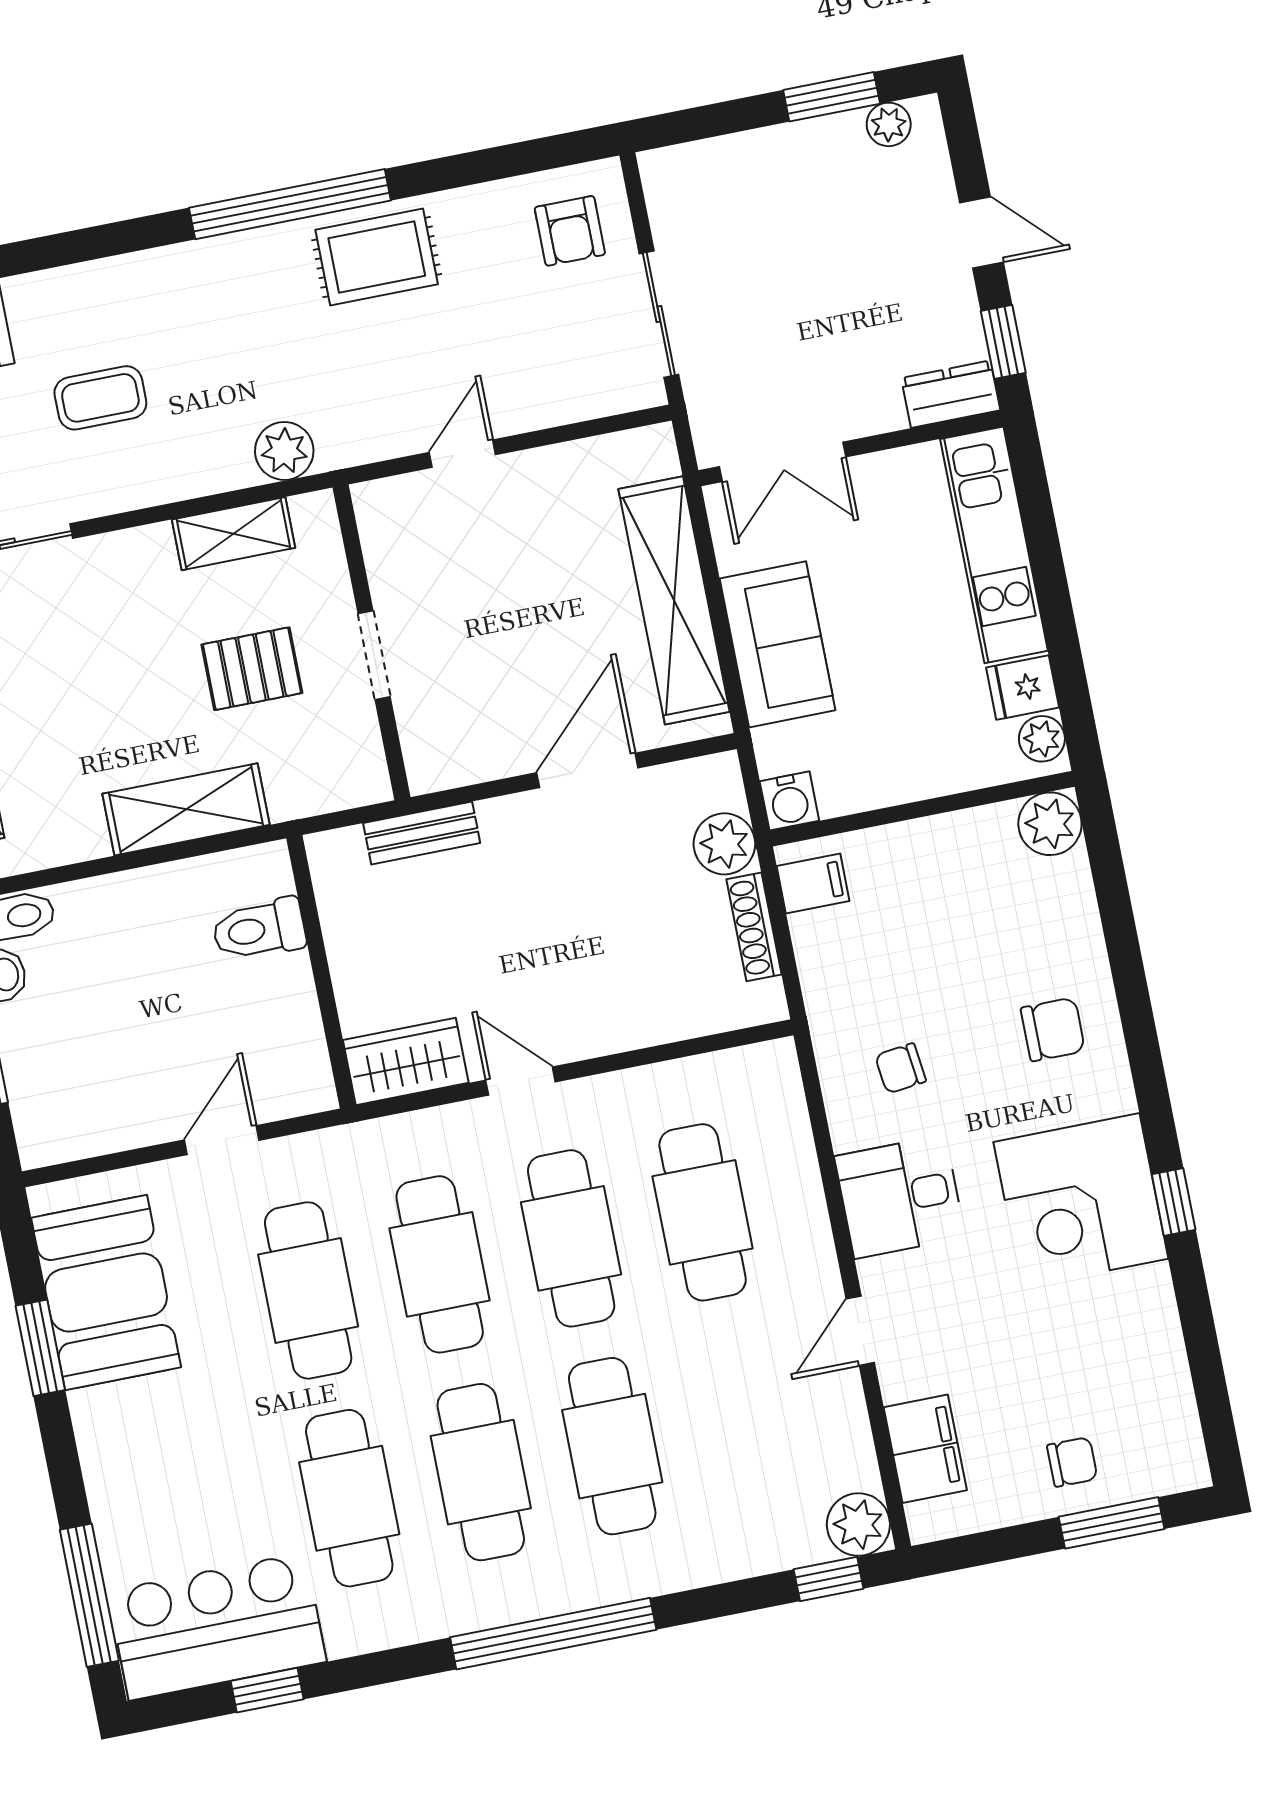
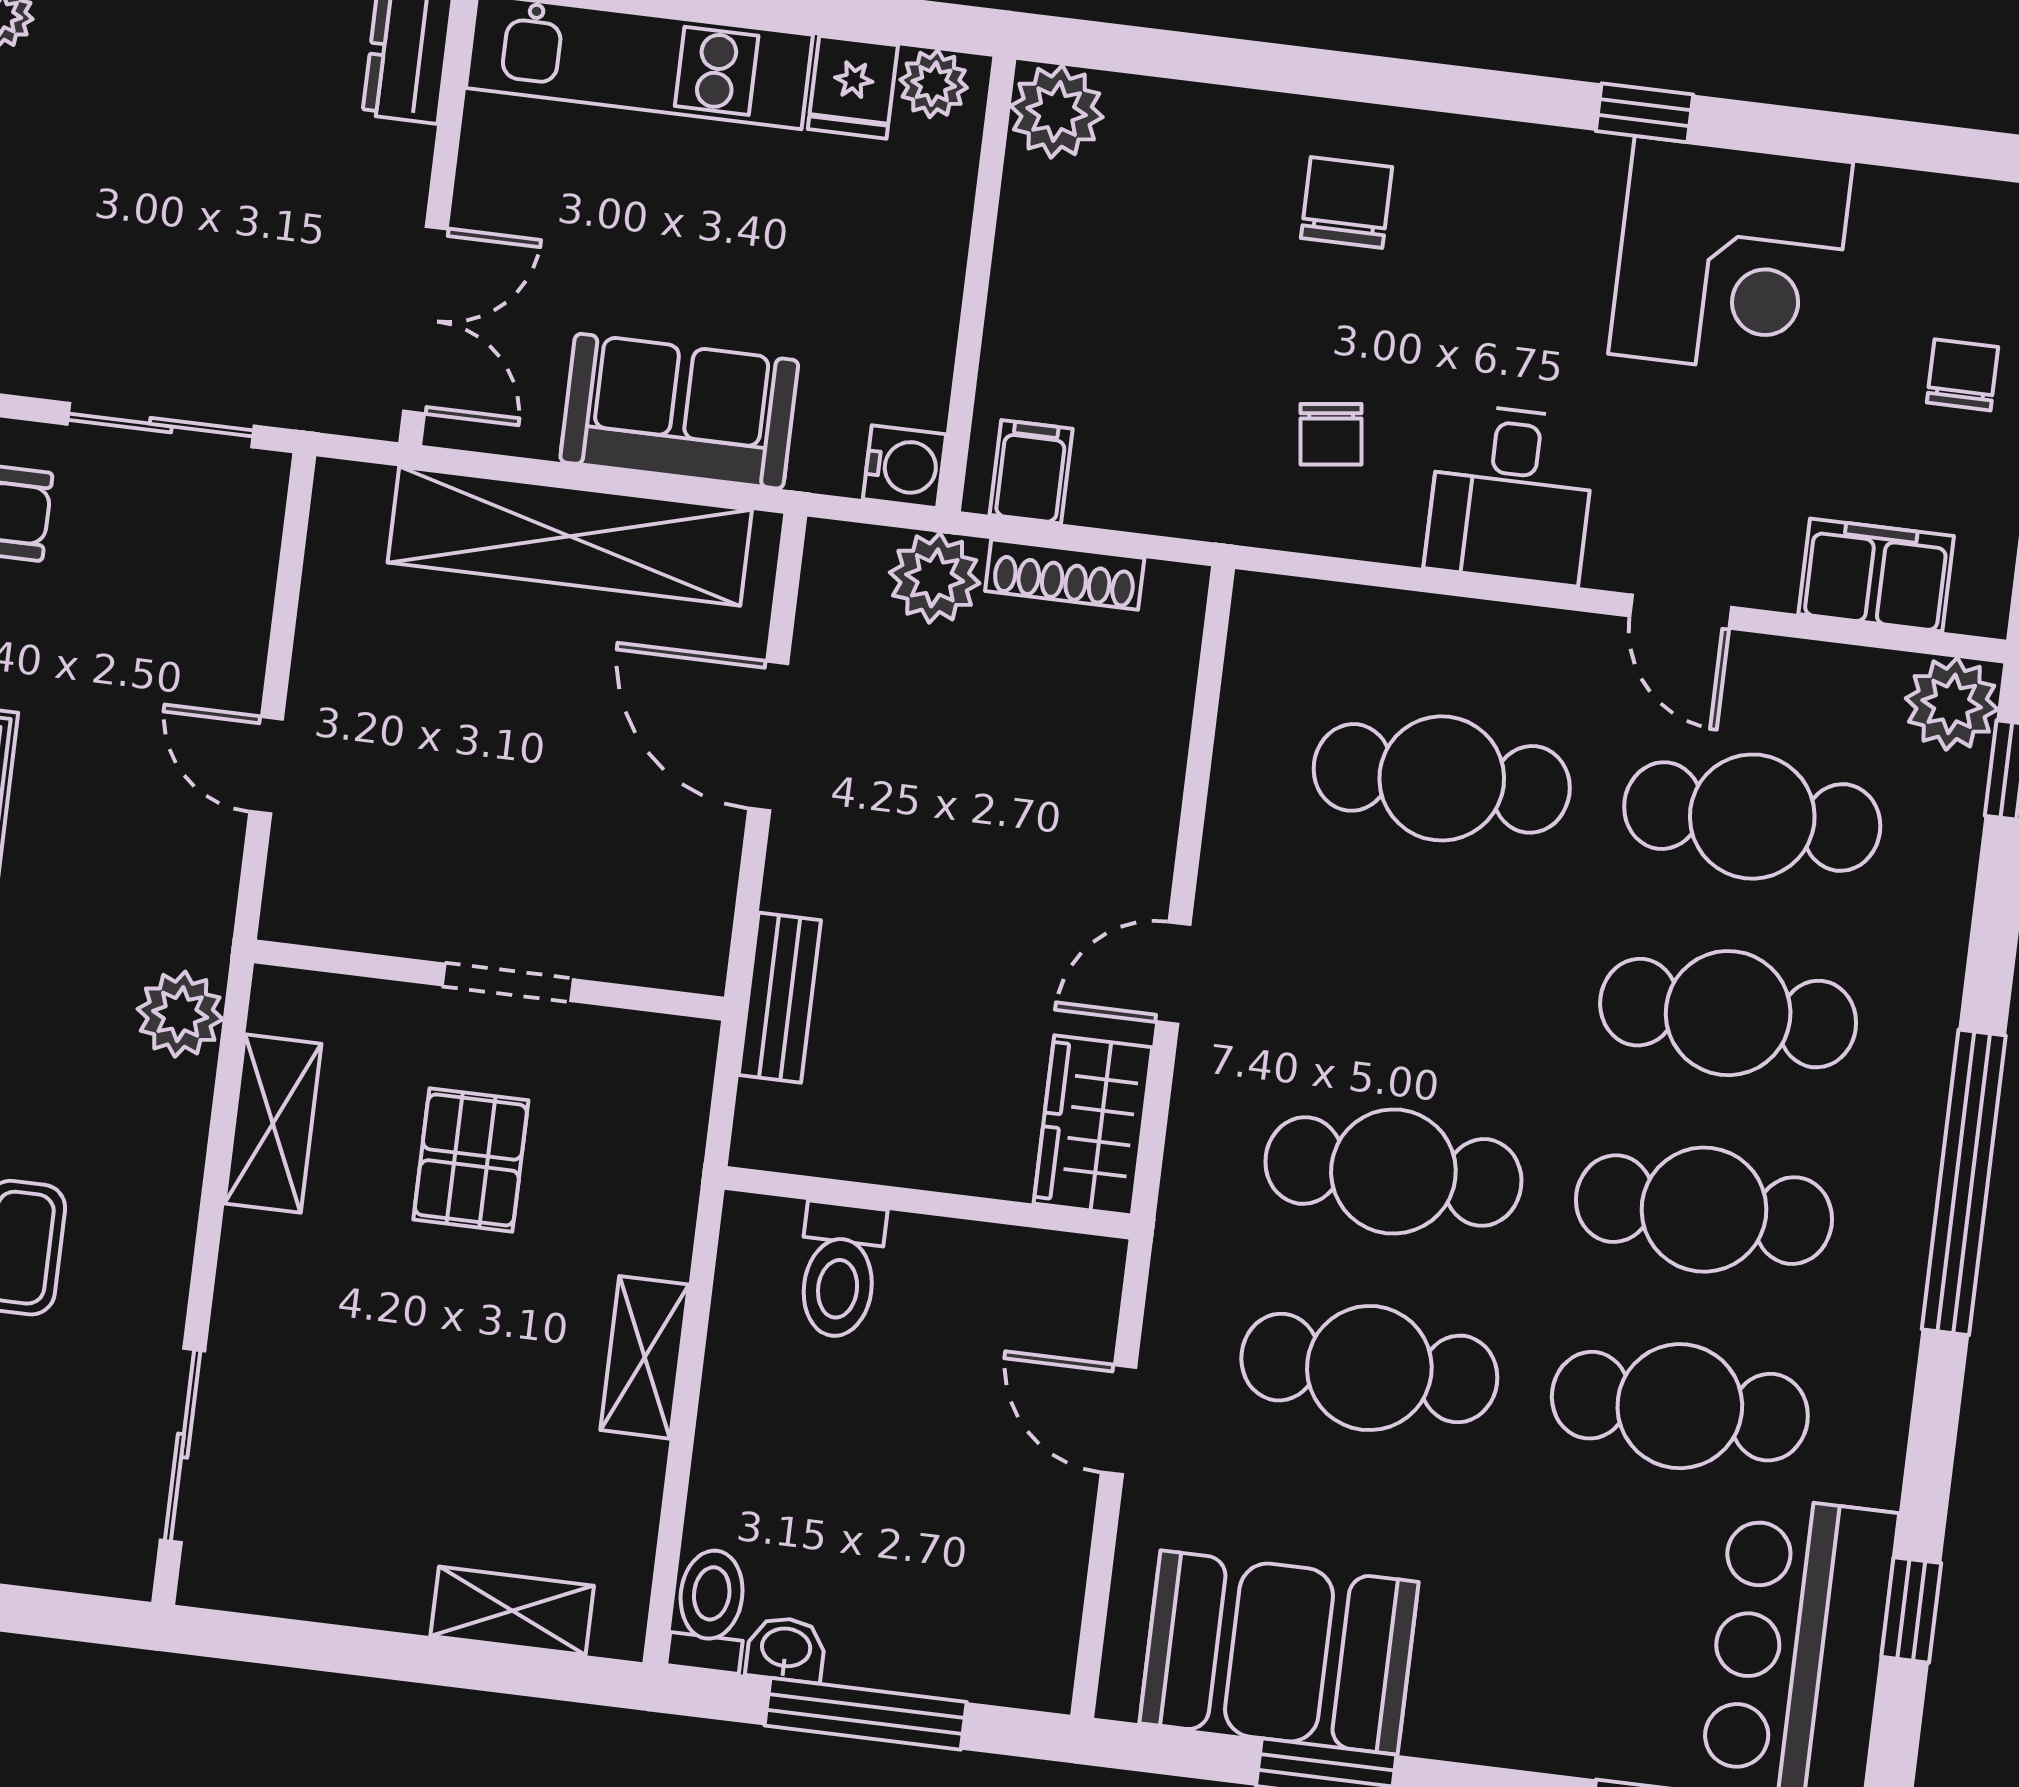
shelving: (186, 809) -> (645, 1357), width x0.67, depth x0.75
corner desk: (1081, 1200) -> (1731, 258), moved
cafe table: (571, 1238) -> (1752, 817), moved

